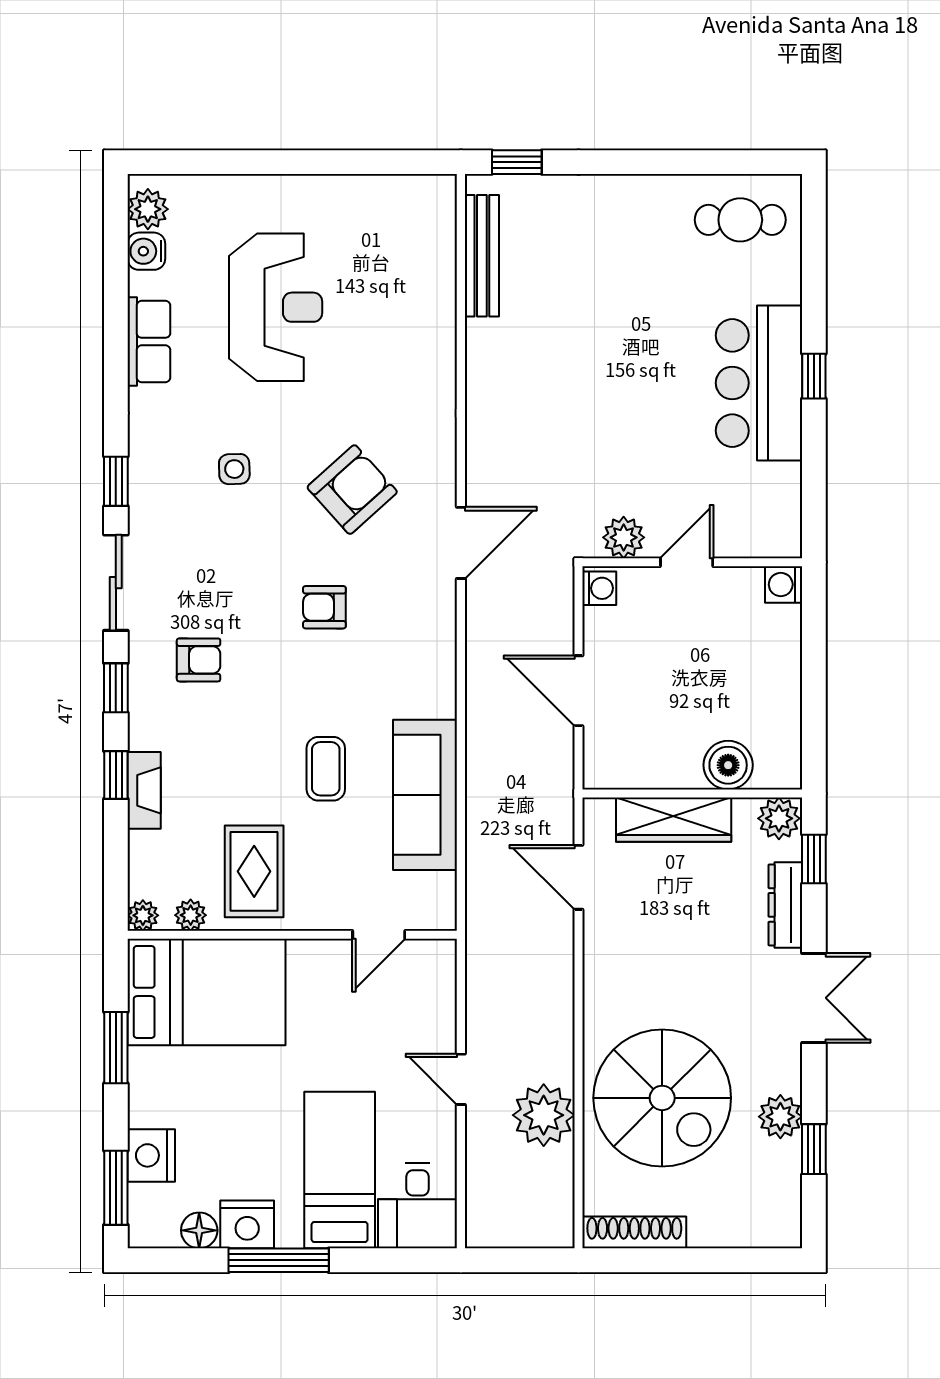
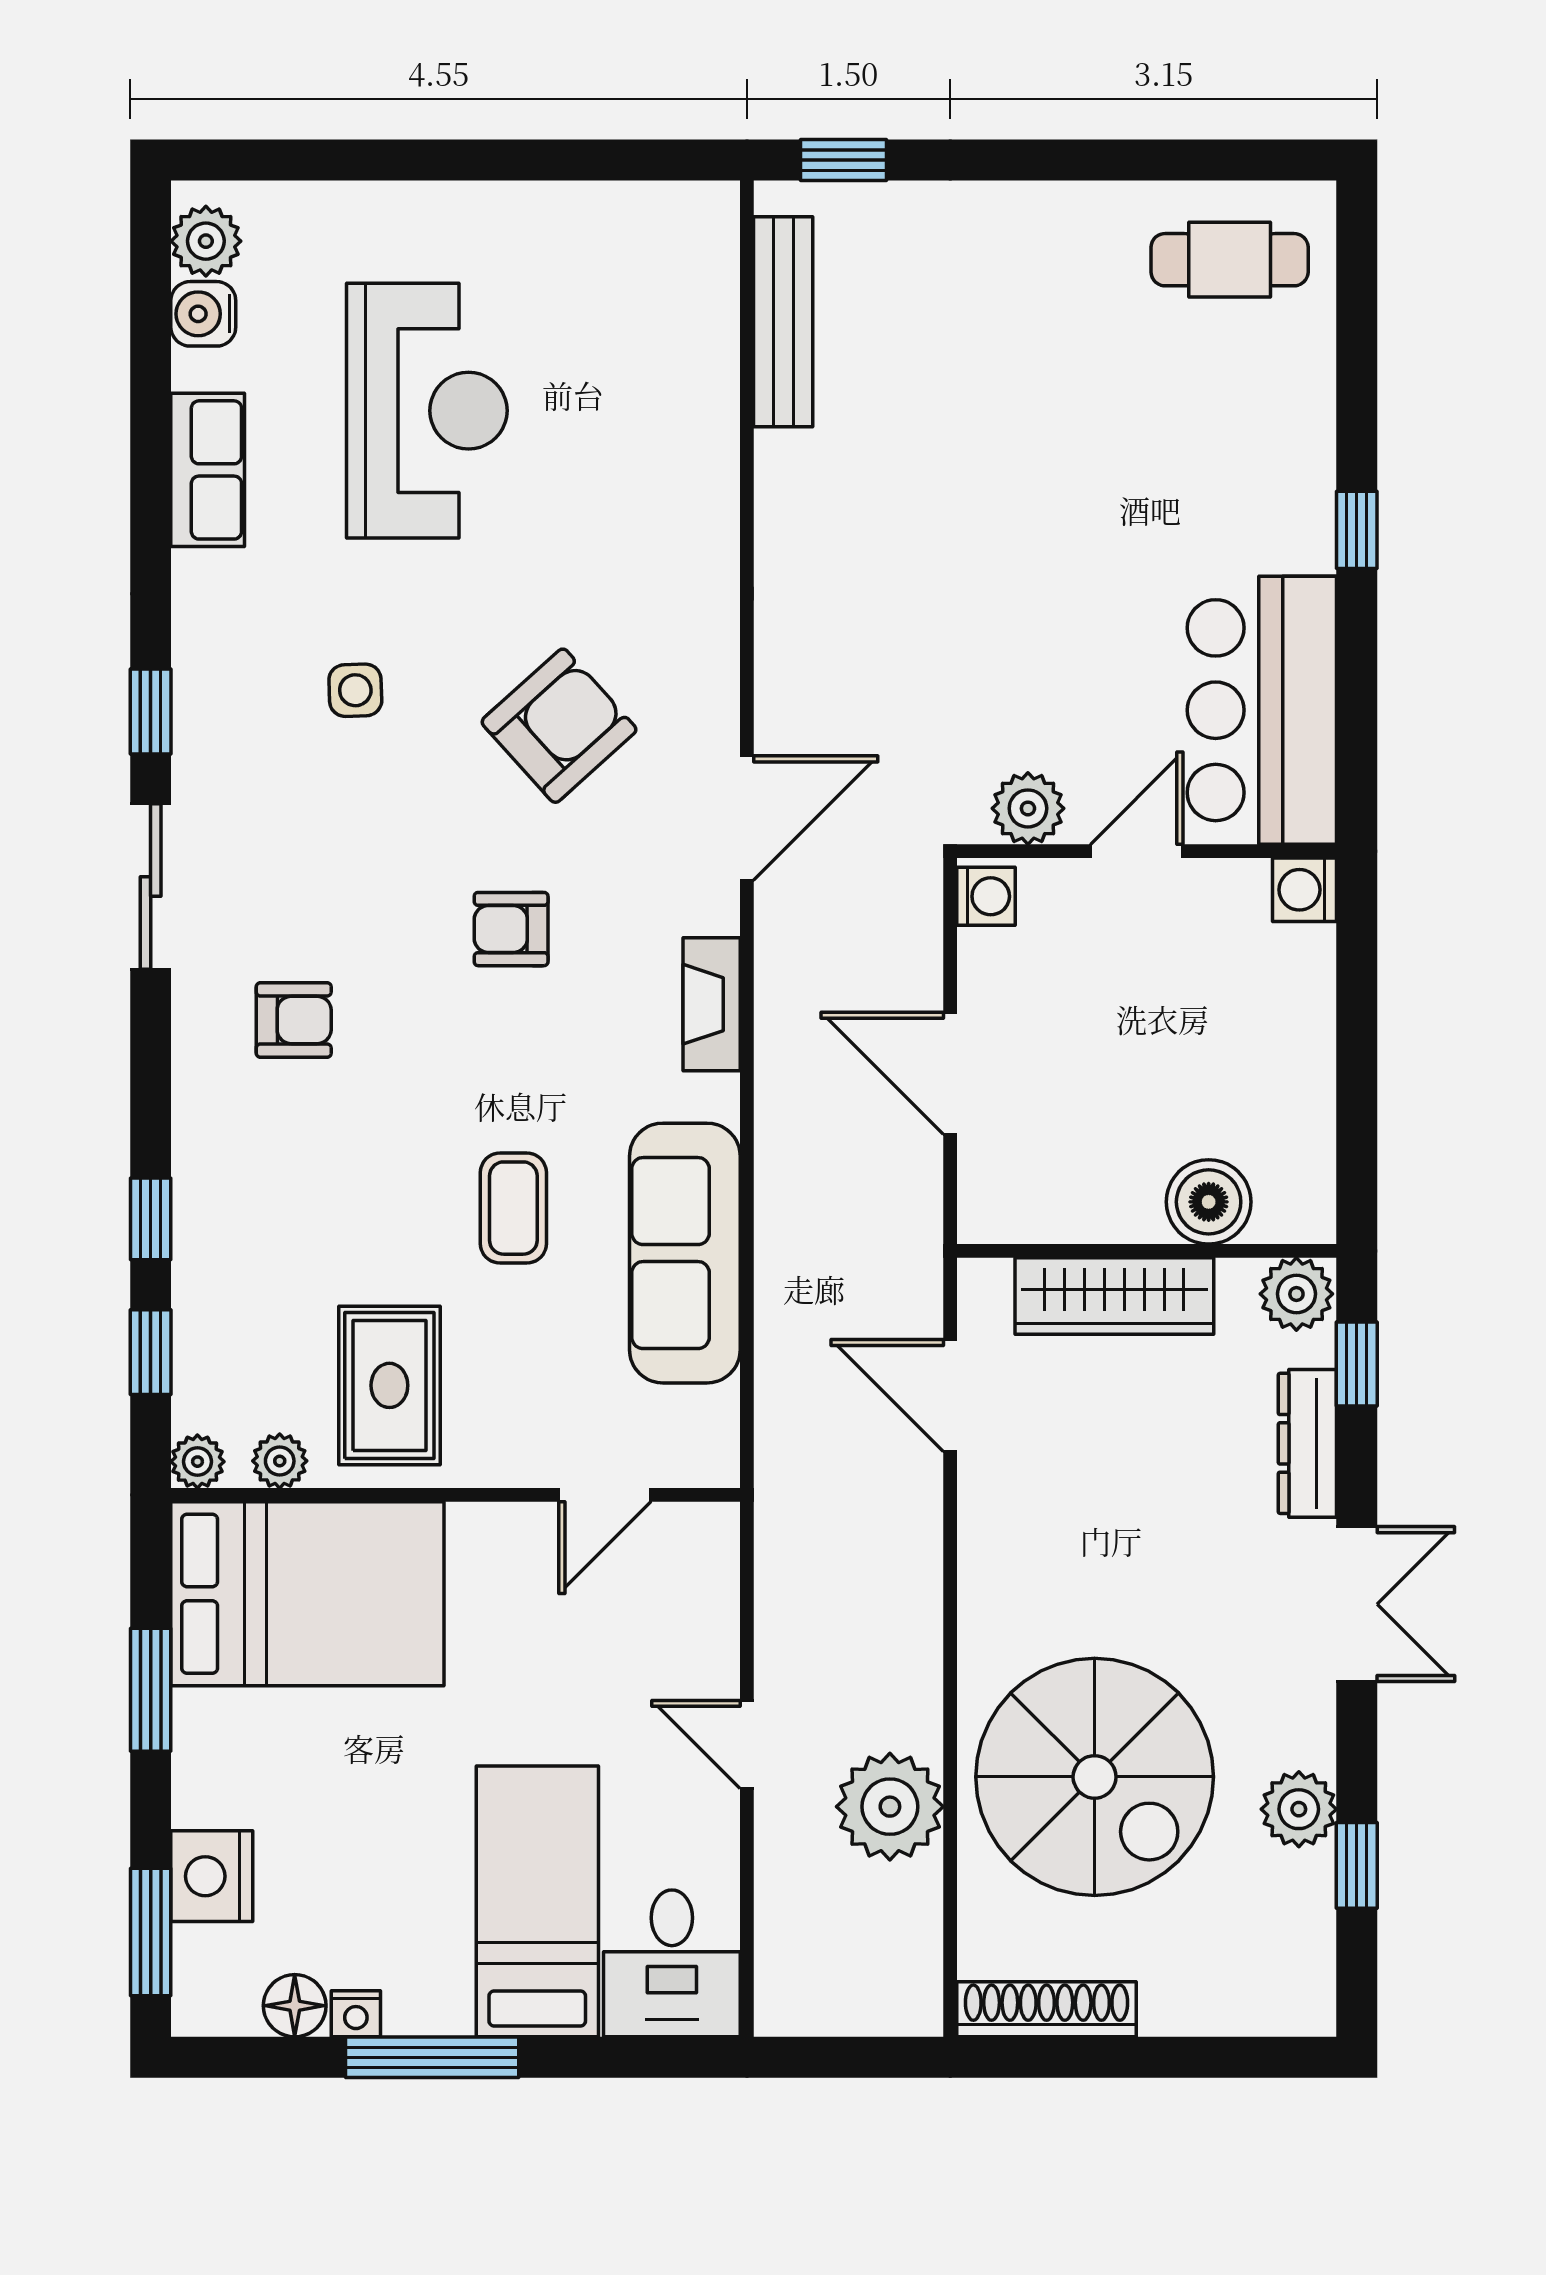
bar counter: (759, 383) -> (1262, 710), moved
window: (116, 688) -> (151, 1352), moved
fireplace: (144, 790) -> (712, 1004), moved, turned 180
nightstand: (247, 1224) -> (356, 2014), width x0.53, depth x0.56

